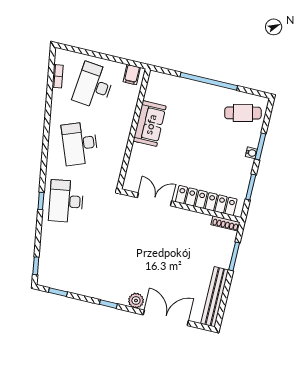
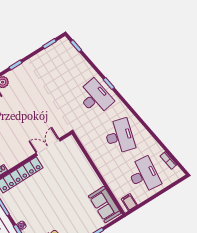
sofa: (150, 124) -> (105, 205), moved
desk: (80, 143) -> (119, 136), turned 36
double door: (155, 199) -> (48, 147), swing flipped

